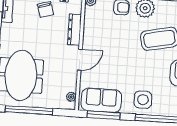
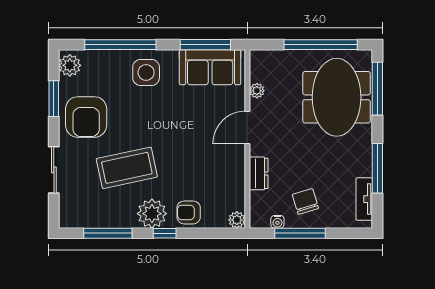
dresser: (74, 30) -> (259, 173), width x0.70
plant: (71, 97) -> (257, 91), moved

